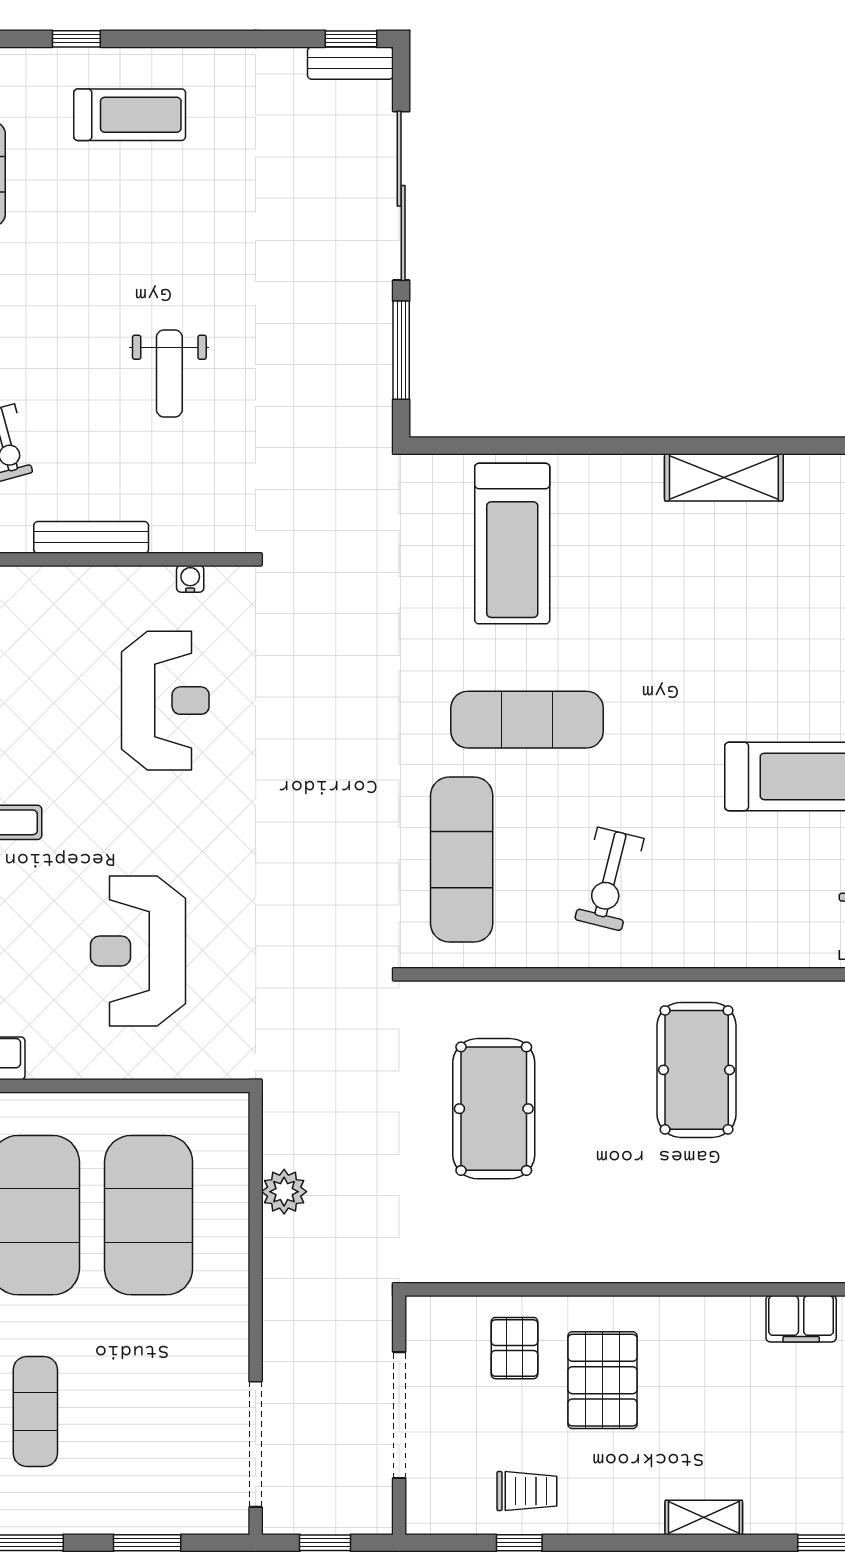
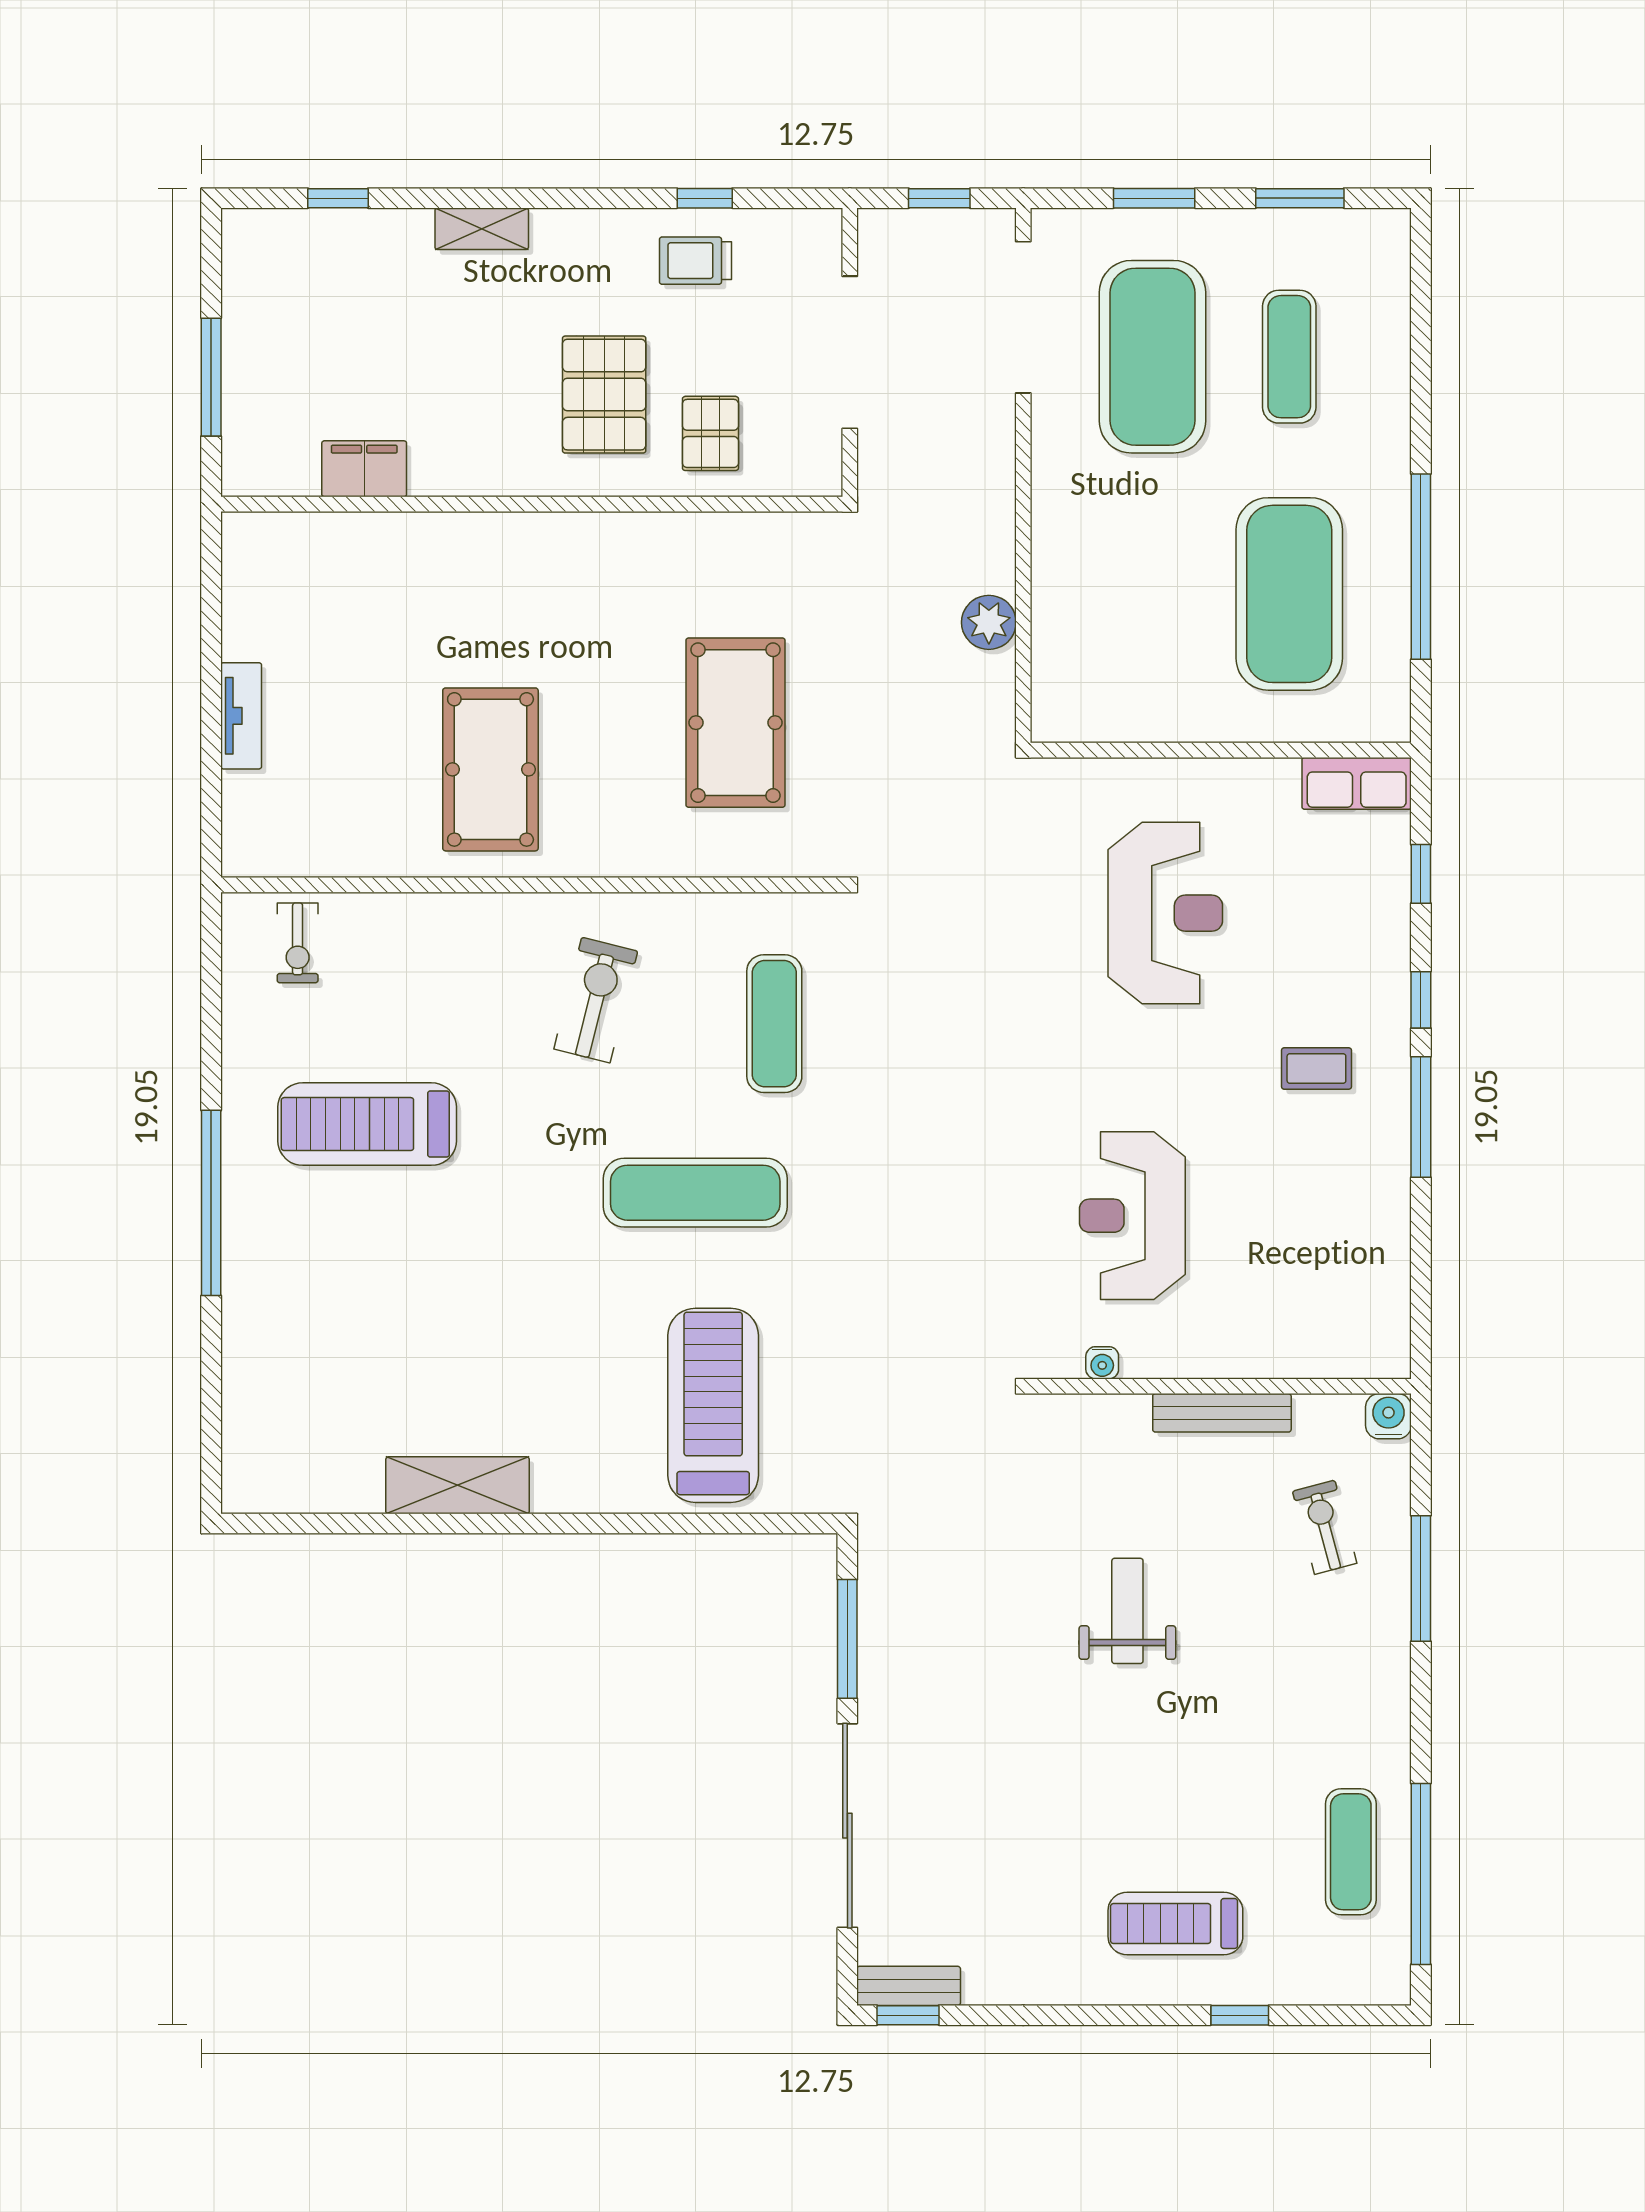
exercise mat: (462, 860) -> (774, 1024), width x0.73, depth x0.69
exercise mat: (149, 1215) -> (1152, 357), moved

